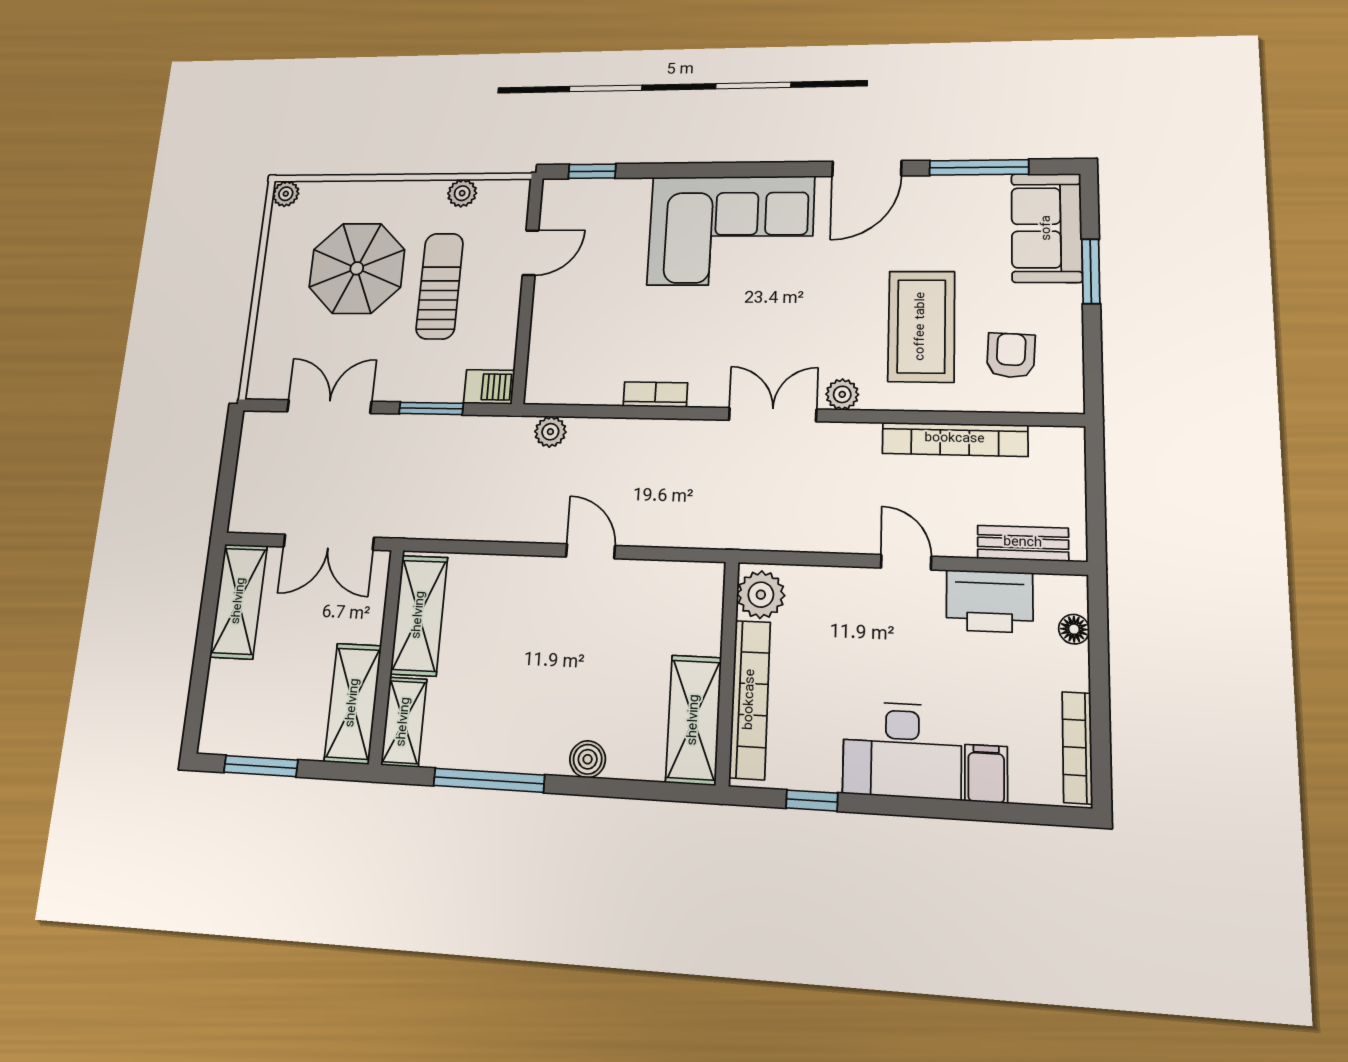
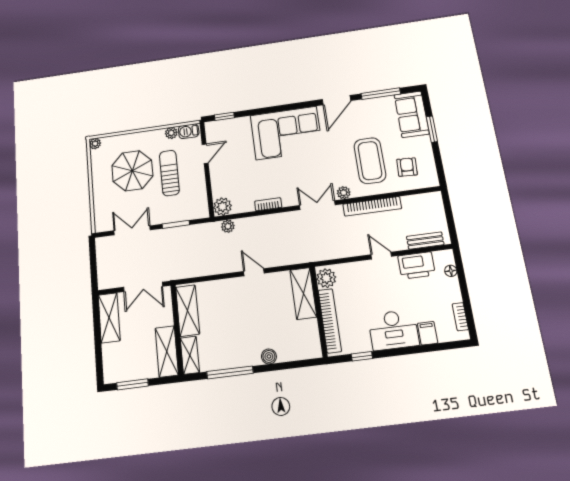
plant: (547, 383) -> (222, 207), added
barbecue: (489, 387) -> (189, 131), moved, turned 180
bookcase: (955, 439) -> (372, 206), moved
shelving: (694, 720) -> (303, 293), moved
bookcase: (1077, 748) -> (460, 317), width x0.64

